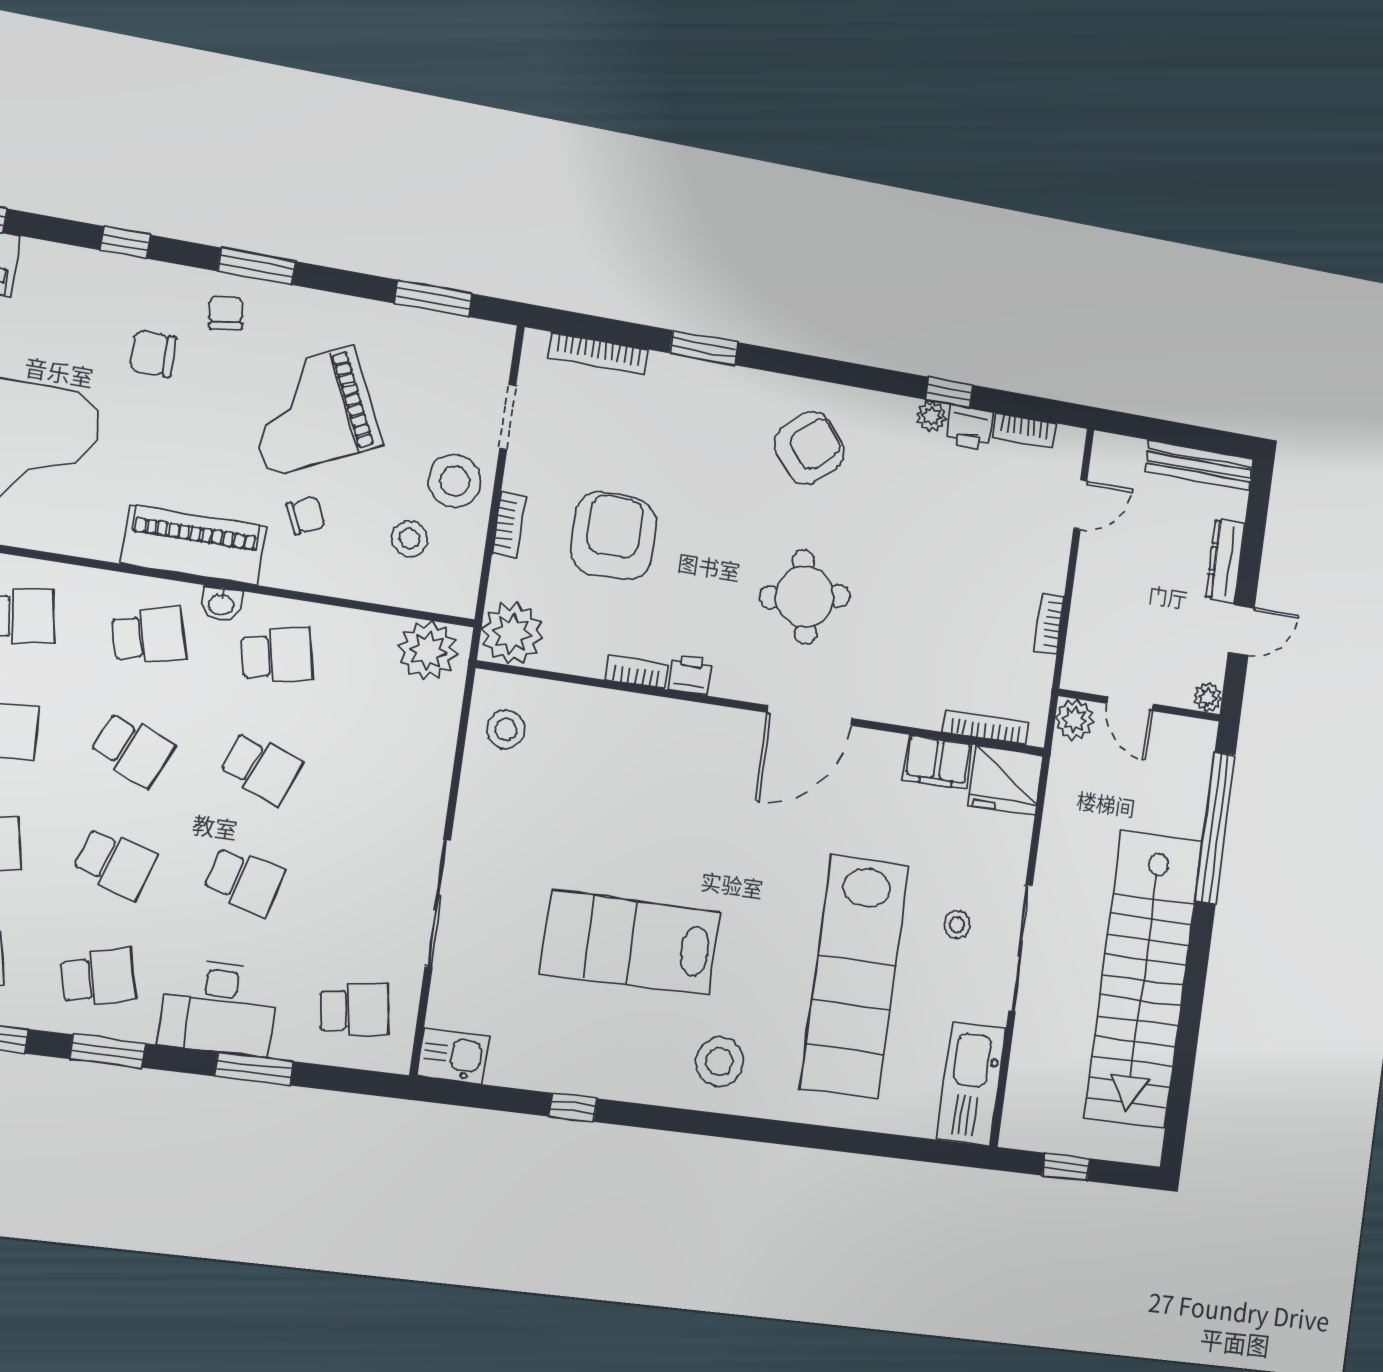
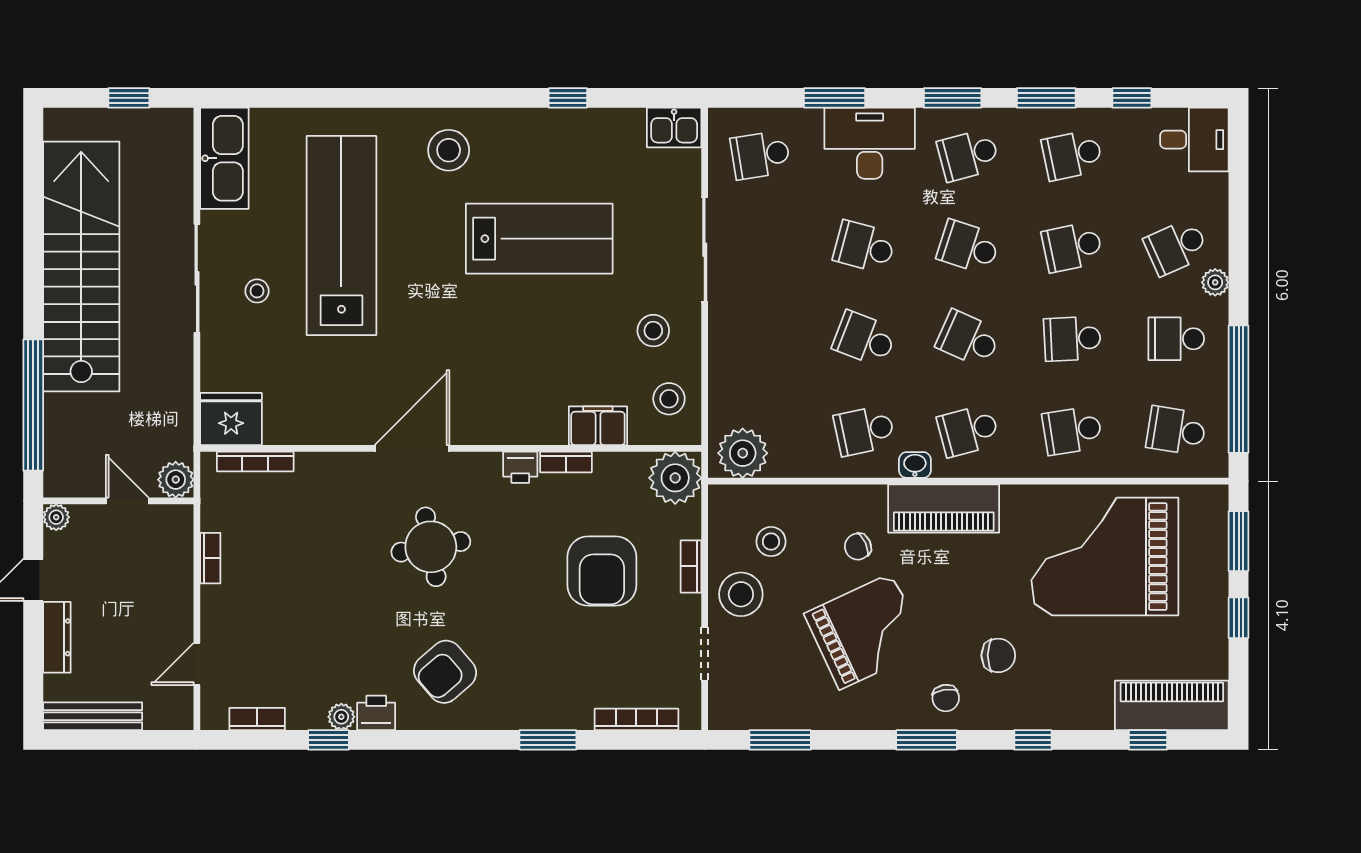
printer: (969, 428) -> (376, 713), moved
filing cabinet: (938, 762) -> (598, 426), moved
stool: (513, 814) -> (653, 331), added

